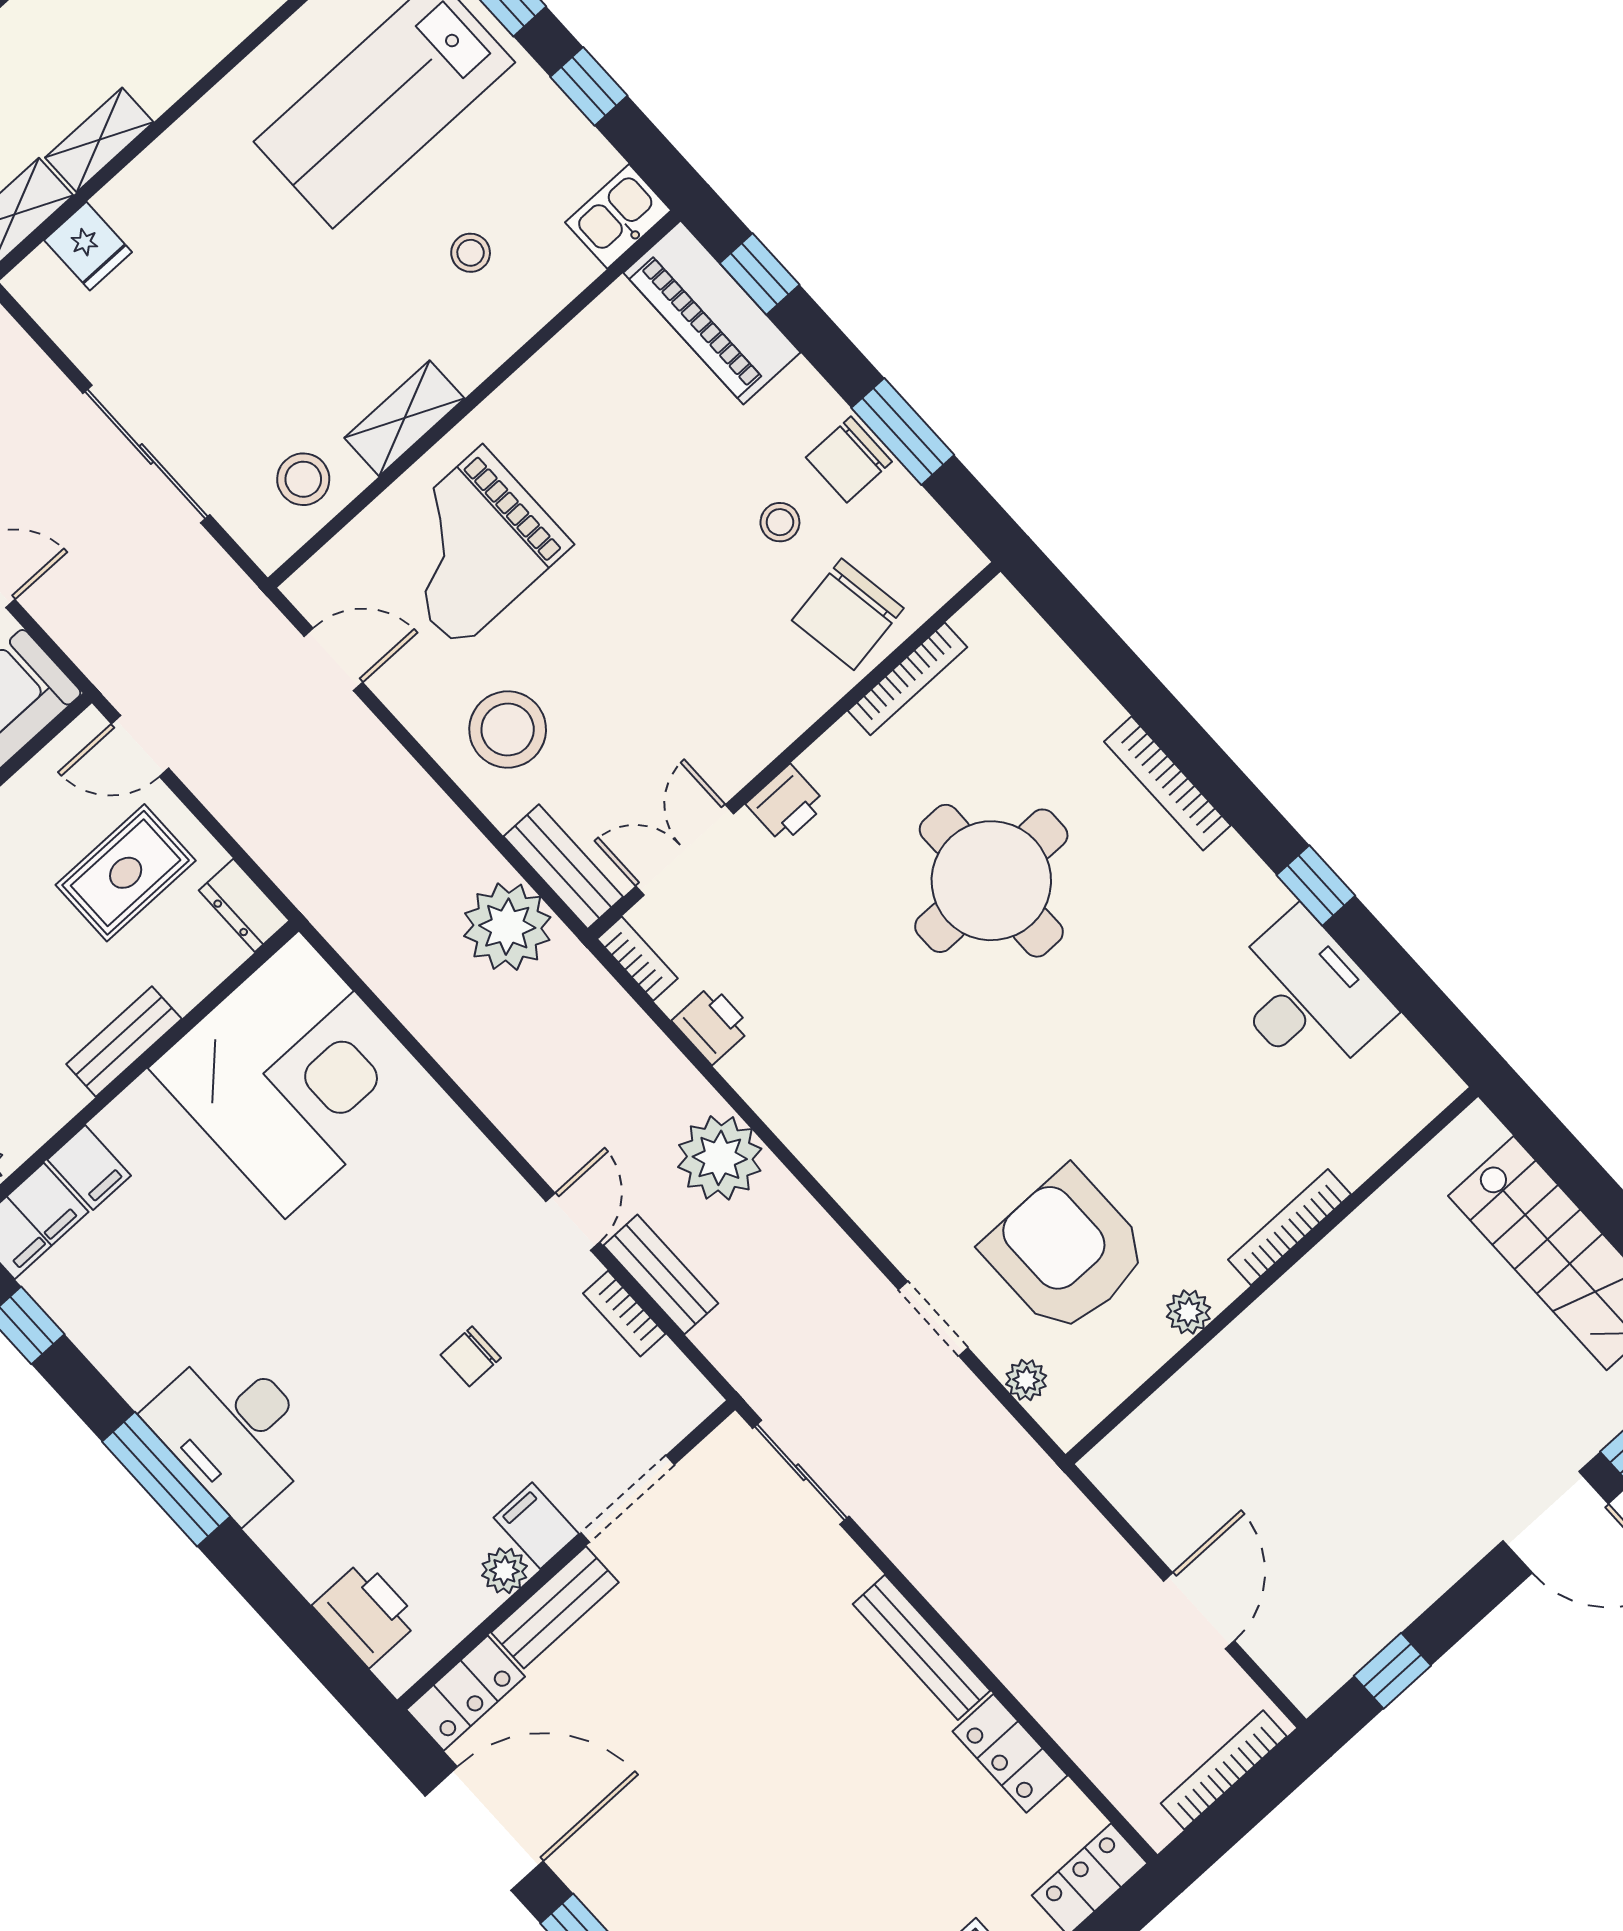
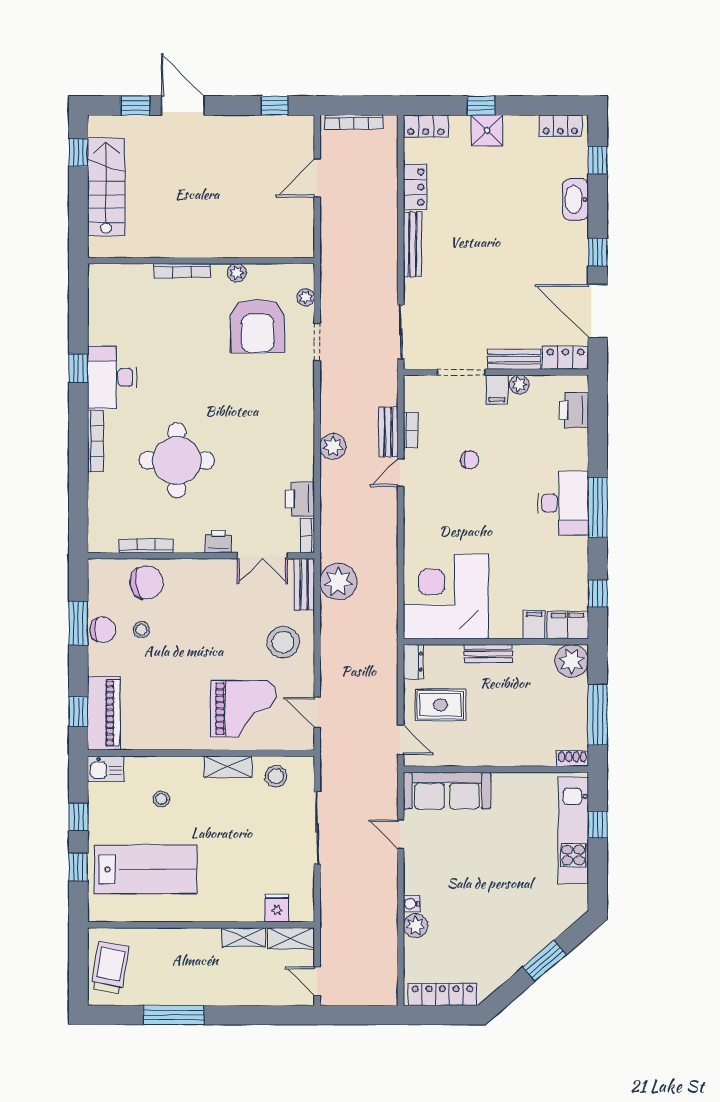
desk: (1307, 996) -> (112, 377), moved
printer: (712, 1025) -> (300, 499), width x1.36, depth x1.24
plant: (720, 1158) -> (333, 446), width x0.73, depth x0.73

